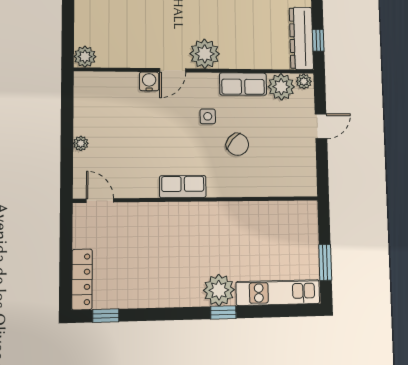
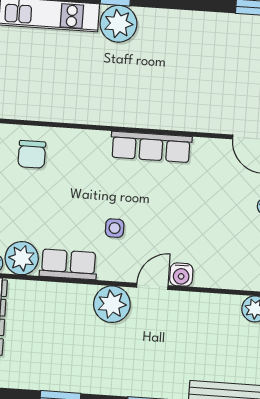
chair: (237, 144) -> (32, 154), moved, turned -130
row of seats: (183, 187) -> (151, 147), width x1.48

